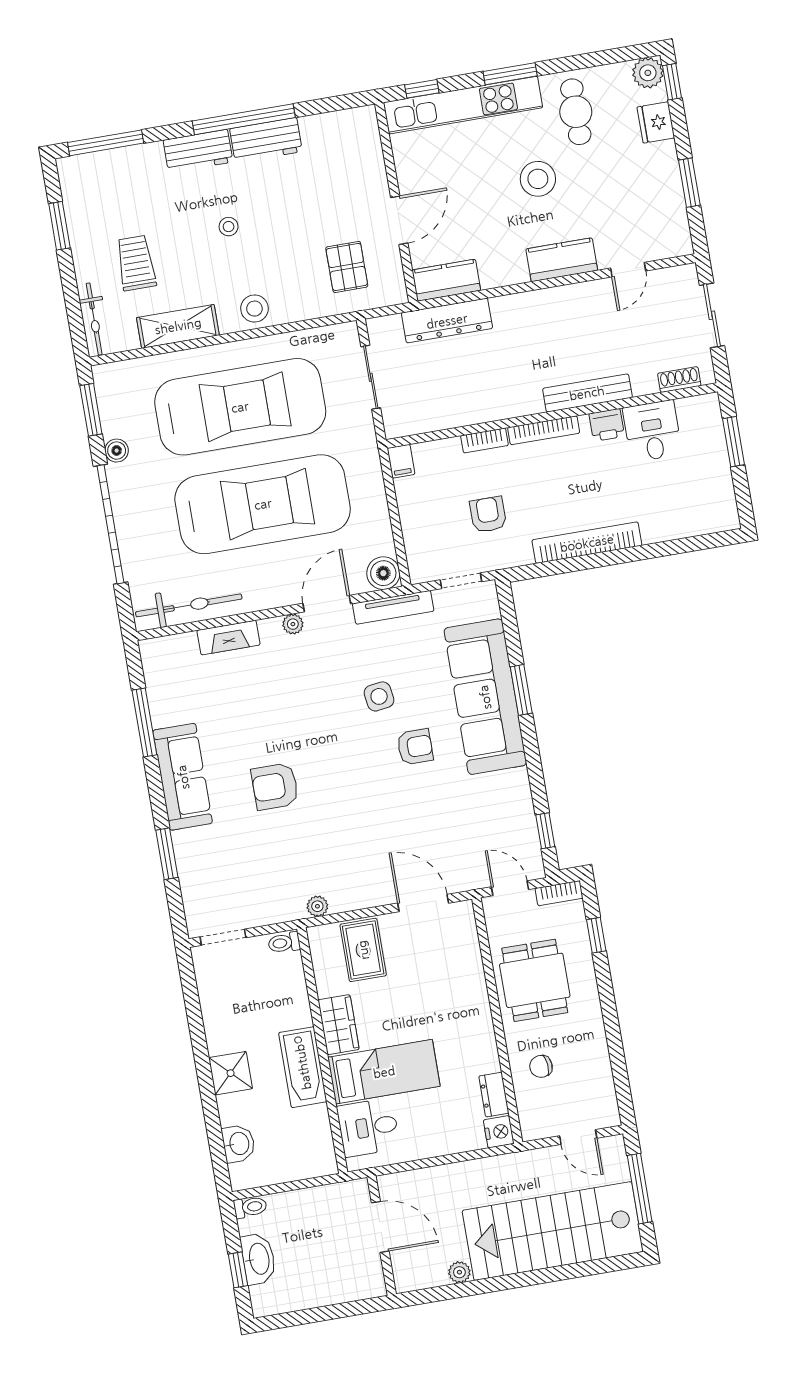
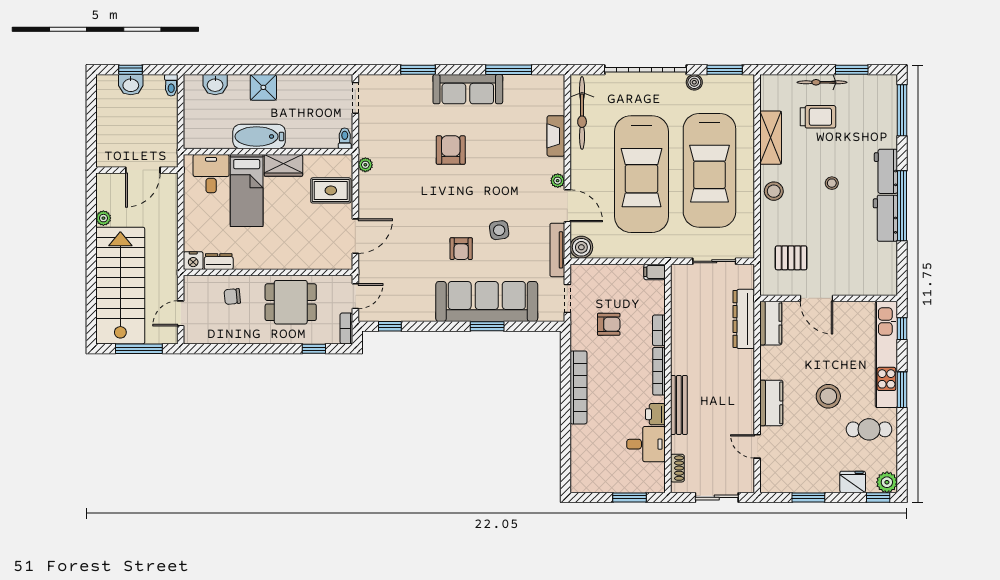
bicycle: (94, 319) -> (822, 82), moved
chair: (541, 1066) -> (232, 296), turned -90
washbasin: (258, 1259) -> (131, 85), width x0.72

